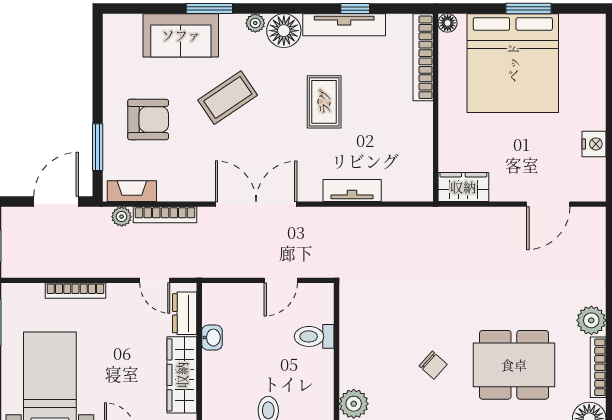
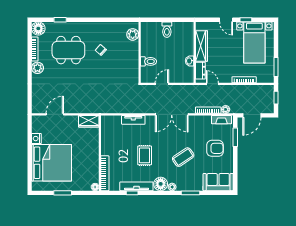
sofa: (181, 35) -> (218, 182), moved
bed: (513, 63) -> (52, 163), moved, turned 90
armchair: (148, 119) -> (215, 148), turned 180

